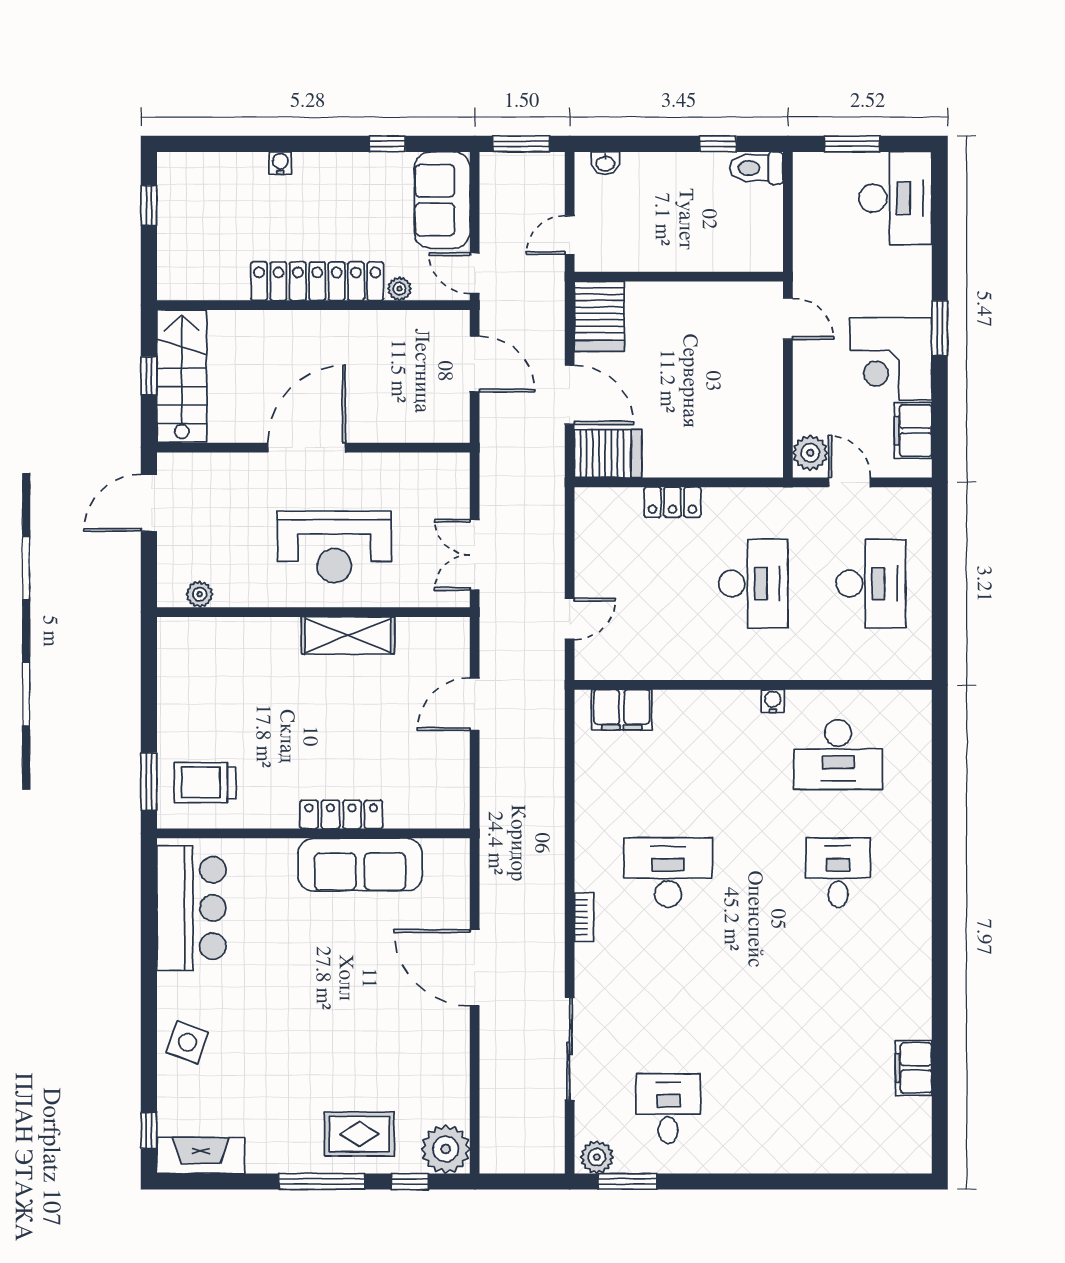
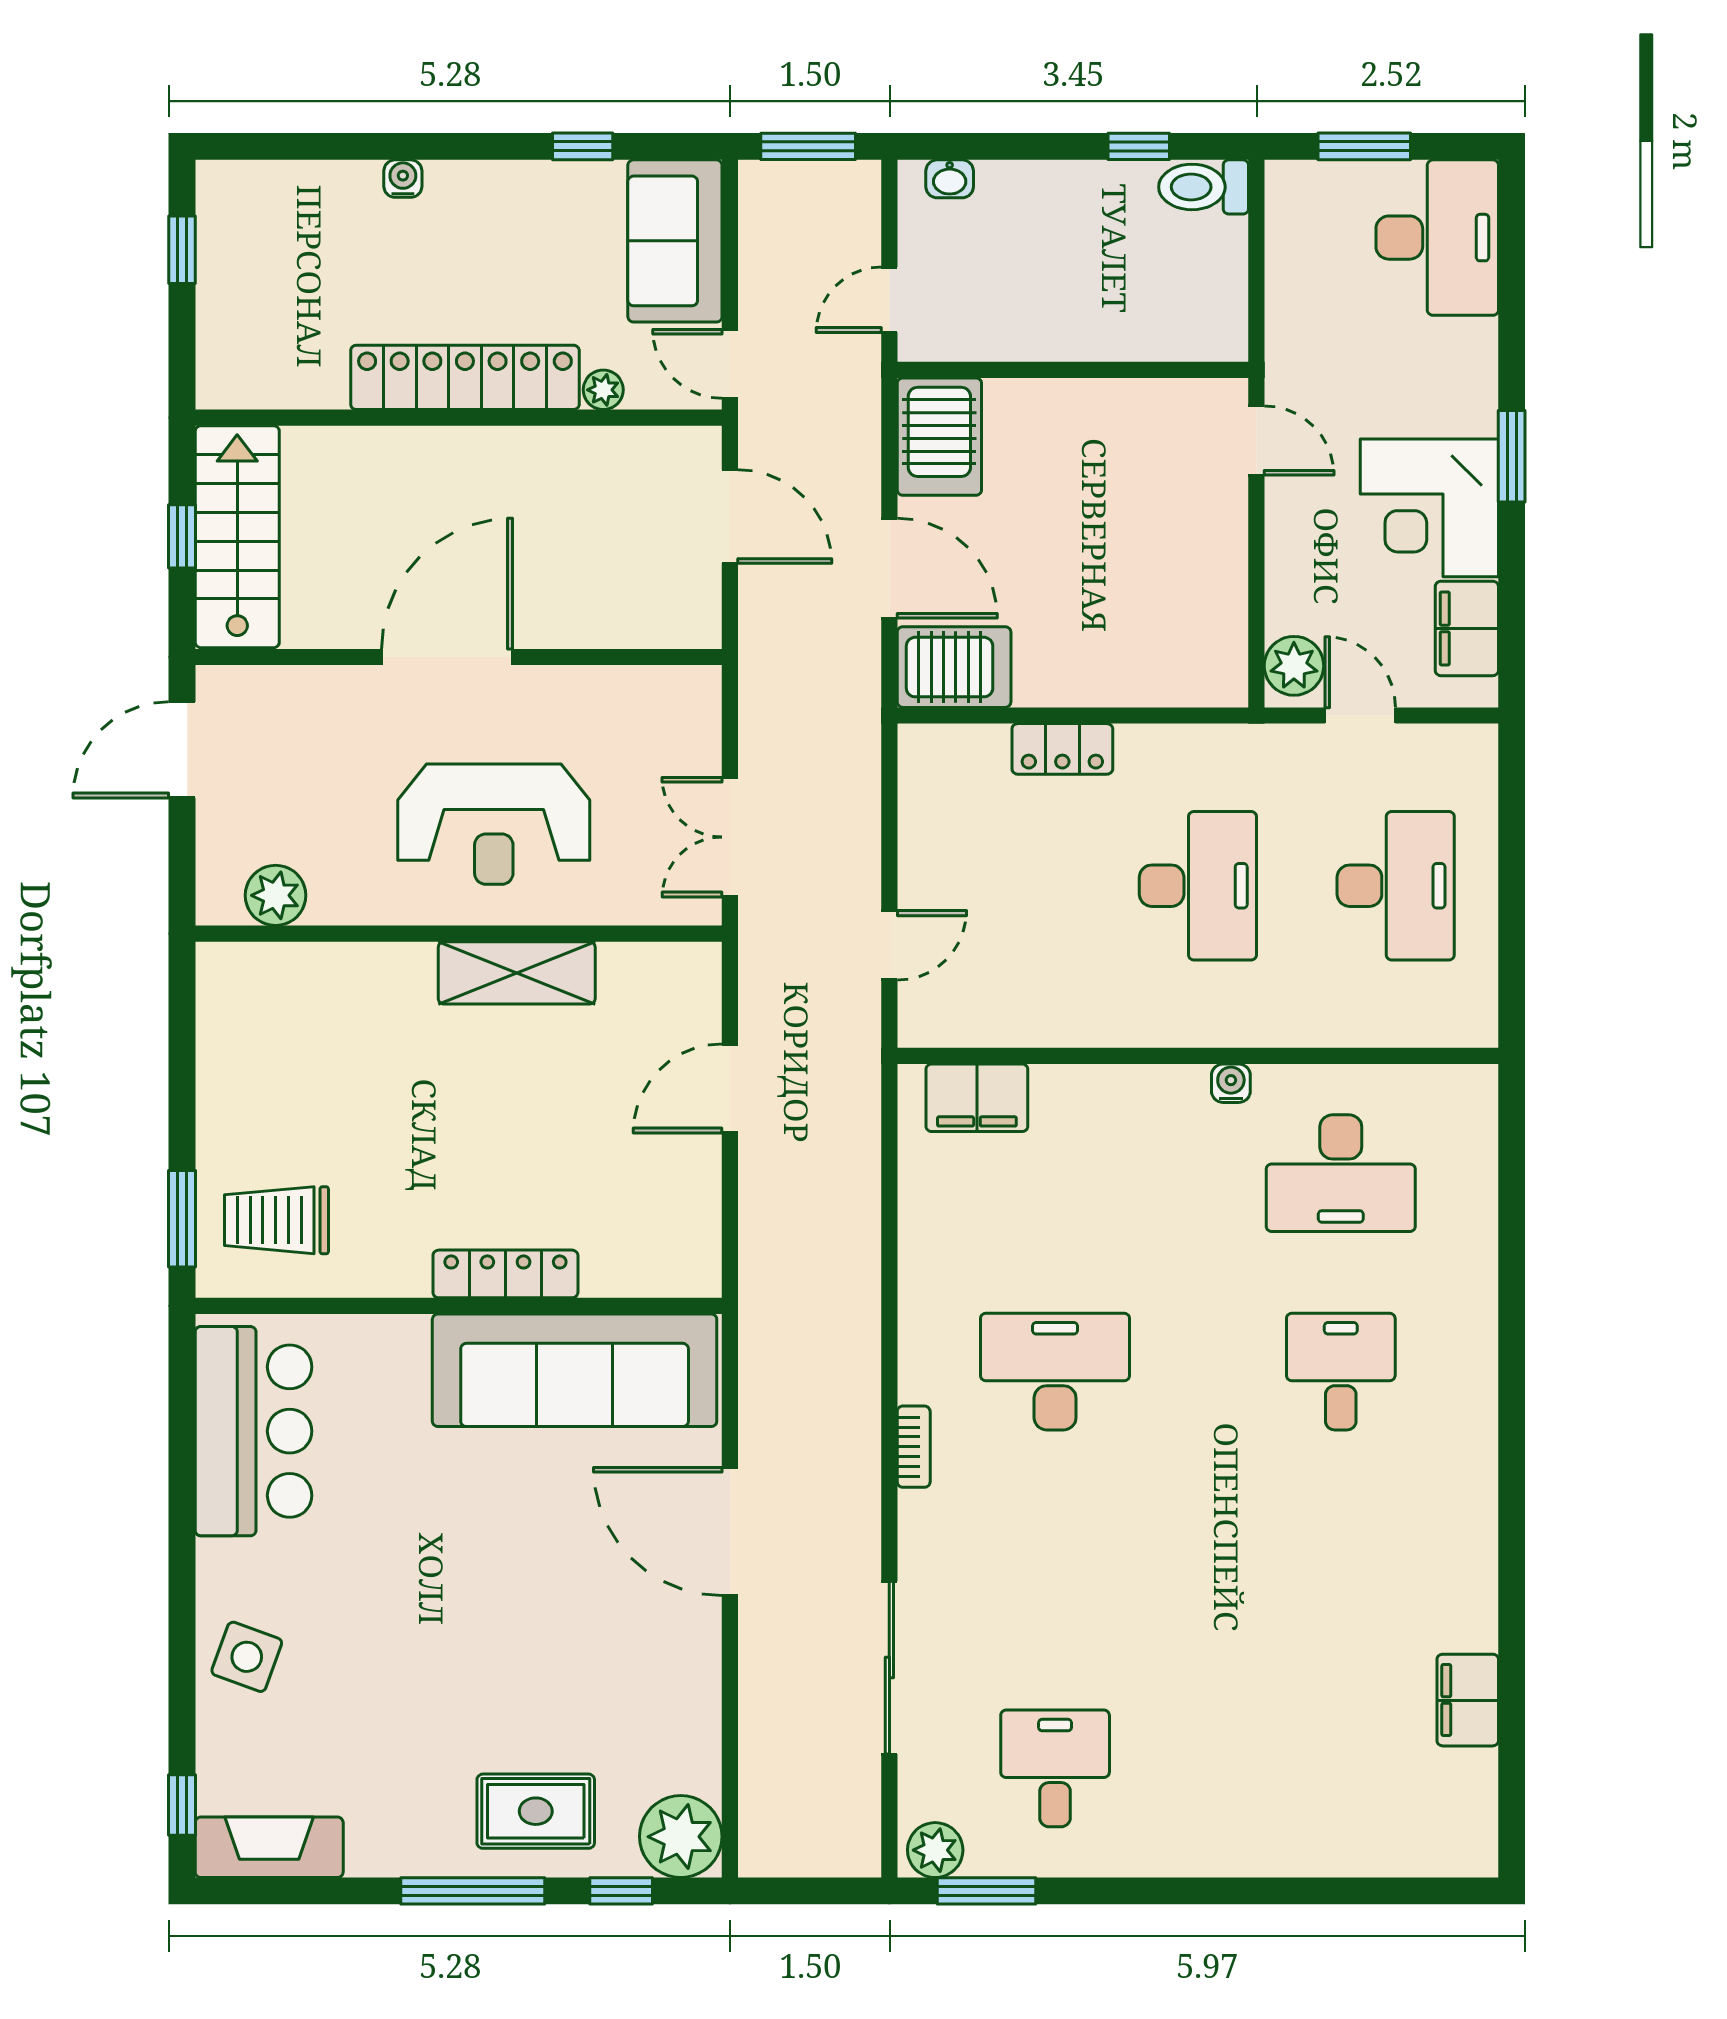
plant: (200, 594) -> (276, 895), width x1.38, depth x1.38
sofa: (360, 865) -> (575, 1370), width x1.36, depth x1.27

